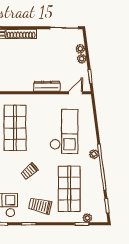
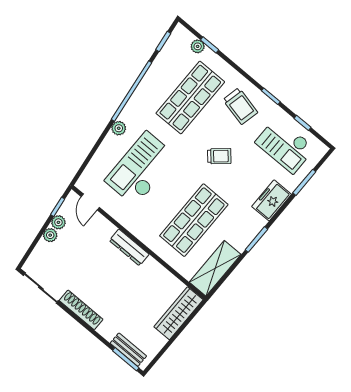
shoe rack: (21, 34) -> (81, 310), moved
plant: (80, 49) -> (58, 222), moved
dresser: (47, 86) -> (129, 247), moved
door: (76, 93) -> (90, 202), hinge flipped
plant: (94, 154) -> (119, 128), moved

